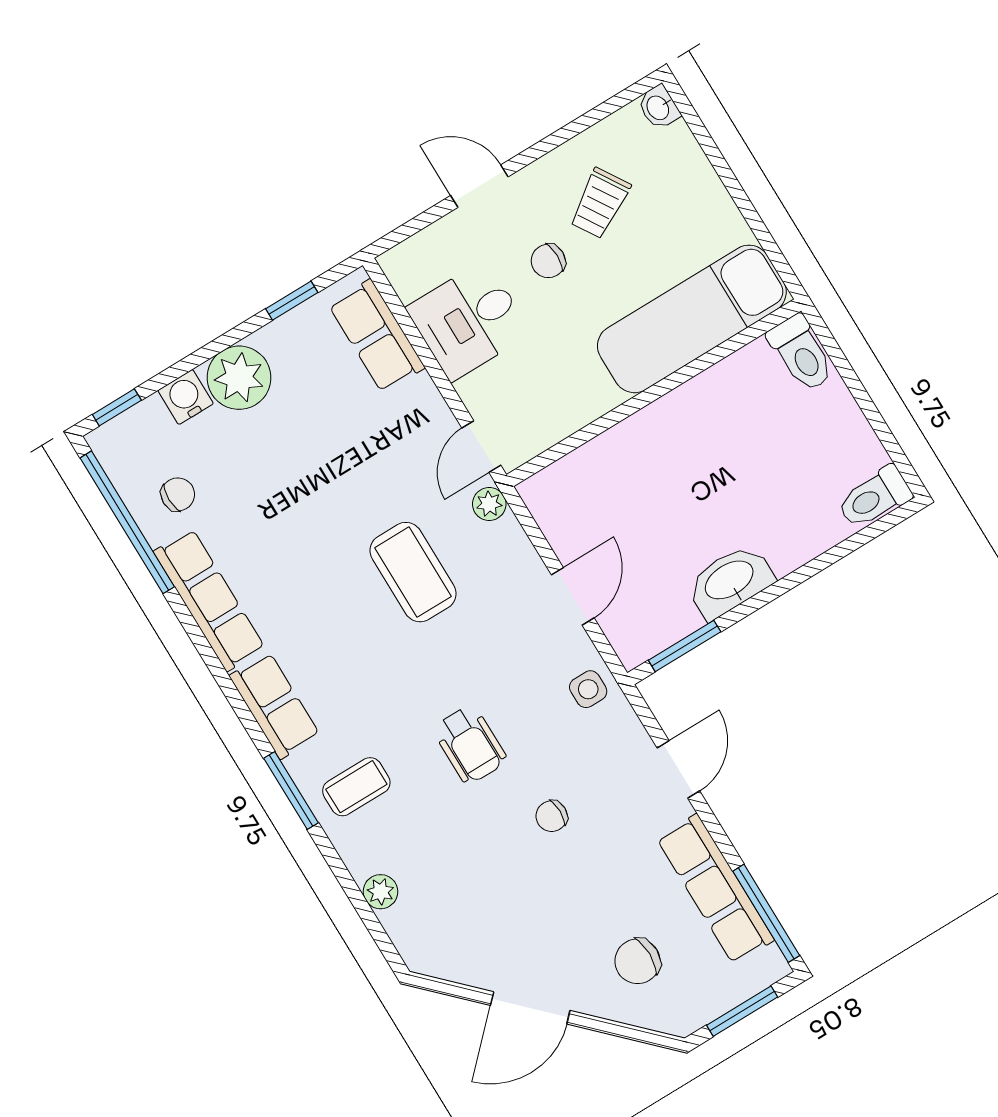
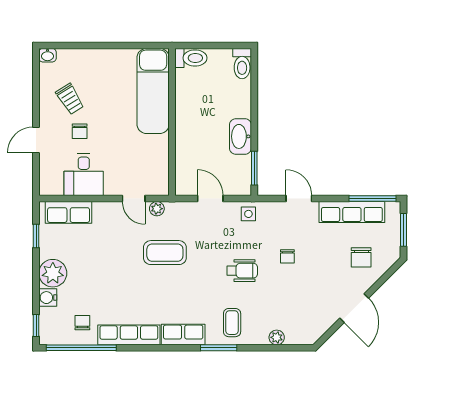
exam couch: (692, 319) -> (153, 91), moved
toilet: (801, 353) -> (191, 58), moved
wall: (654, 393) -> (172, 122), moved

